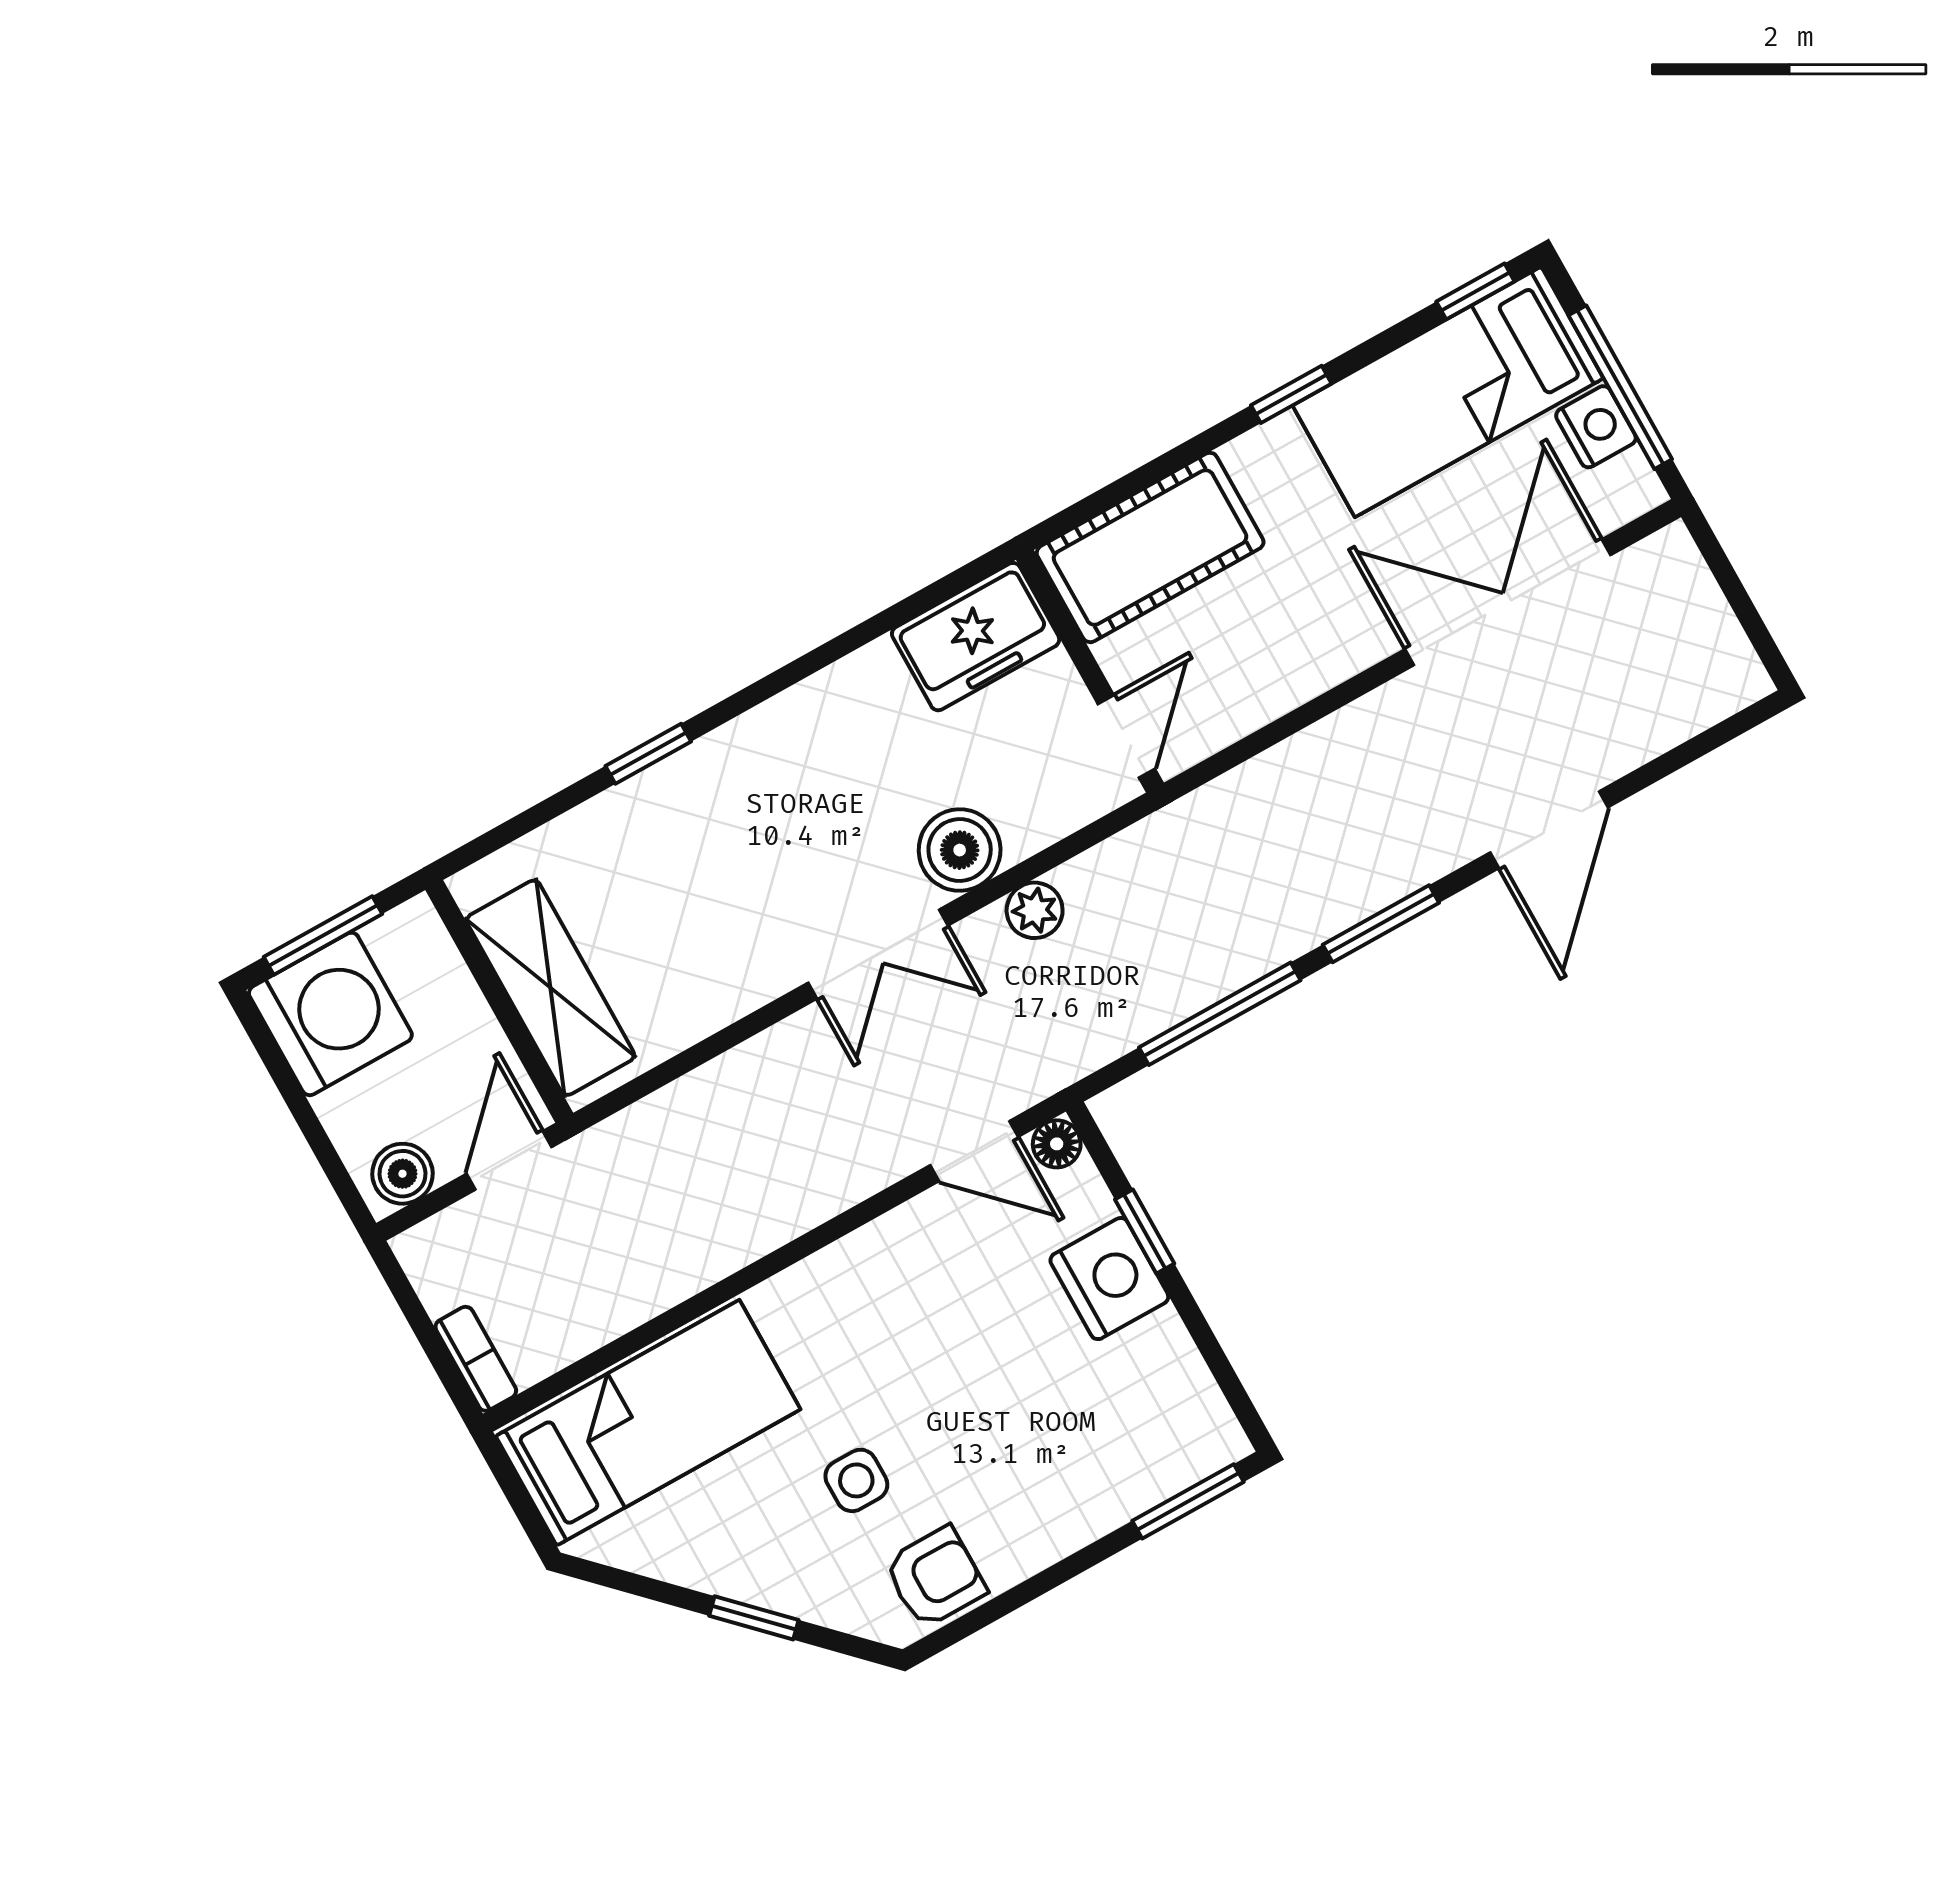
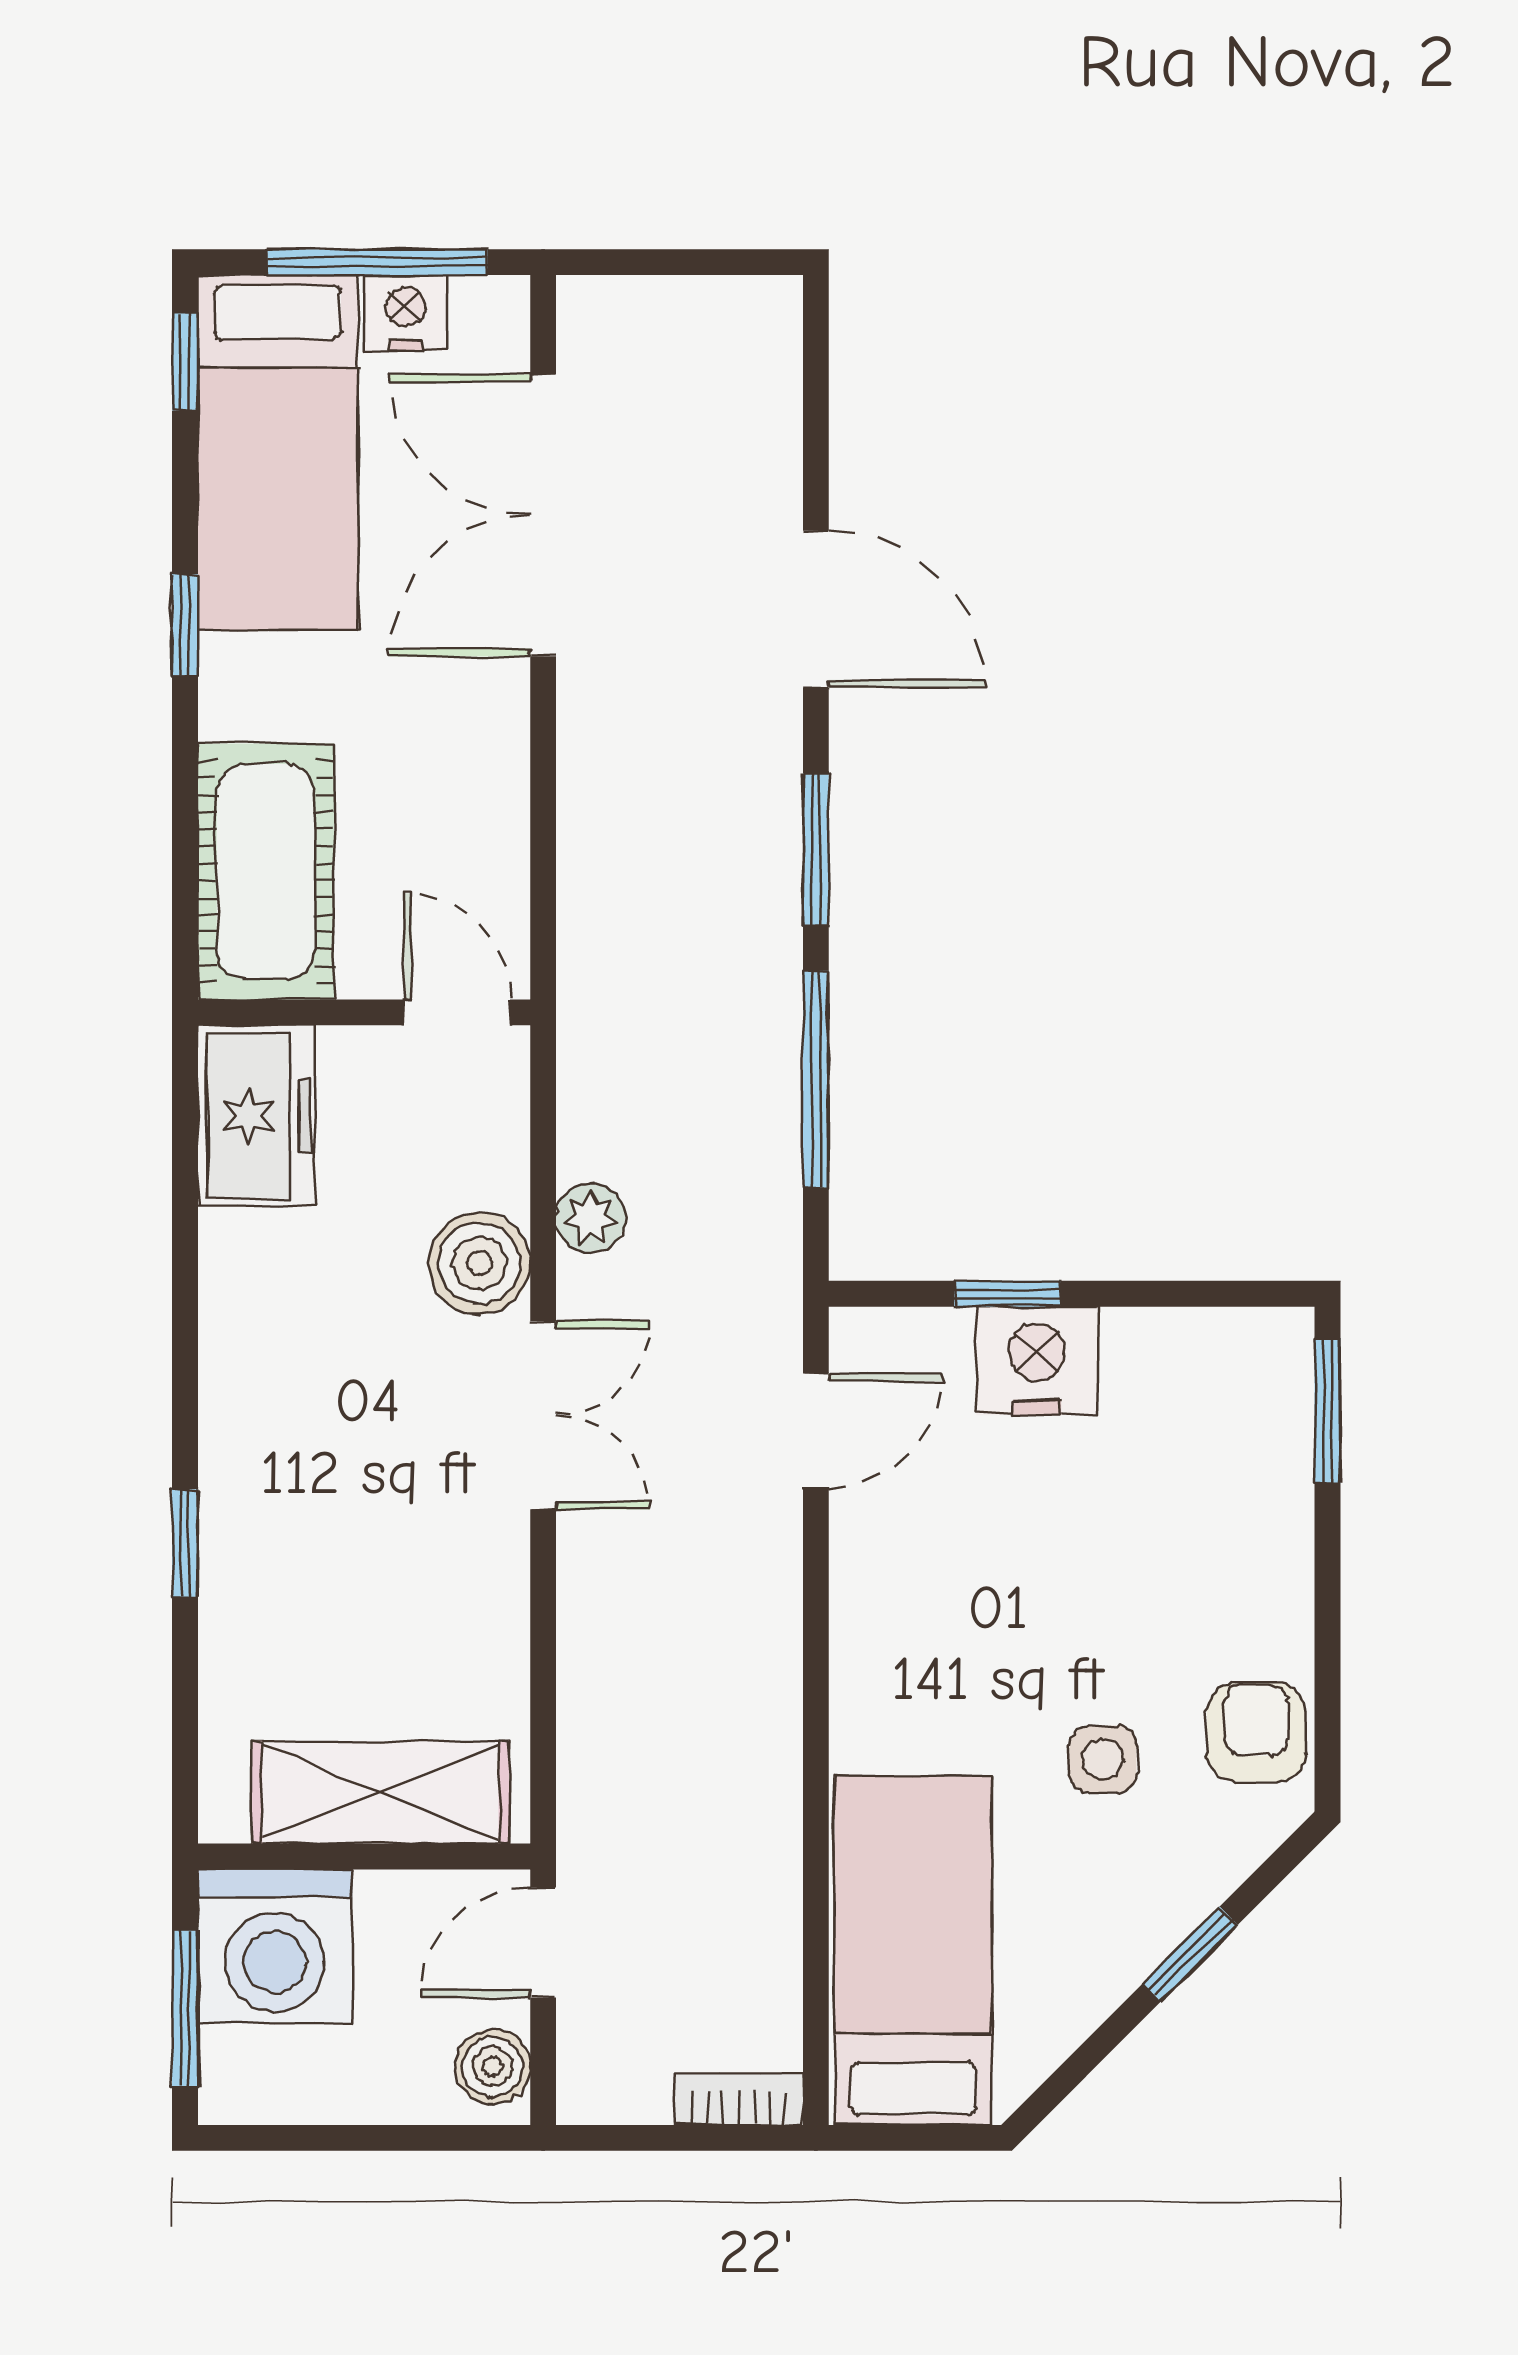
washing machine: (330, 1014) -> (275, 1946), moved, turned 180
floor lamp: (1057, 1144) -> (858, 1336), removed
door: (509, 1160) -> (543, 1942), hinge flipped

